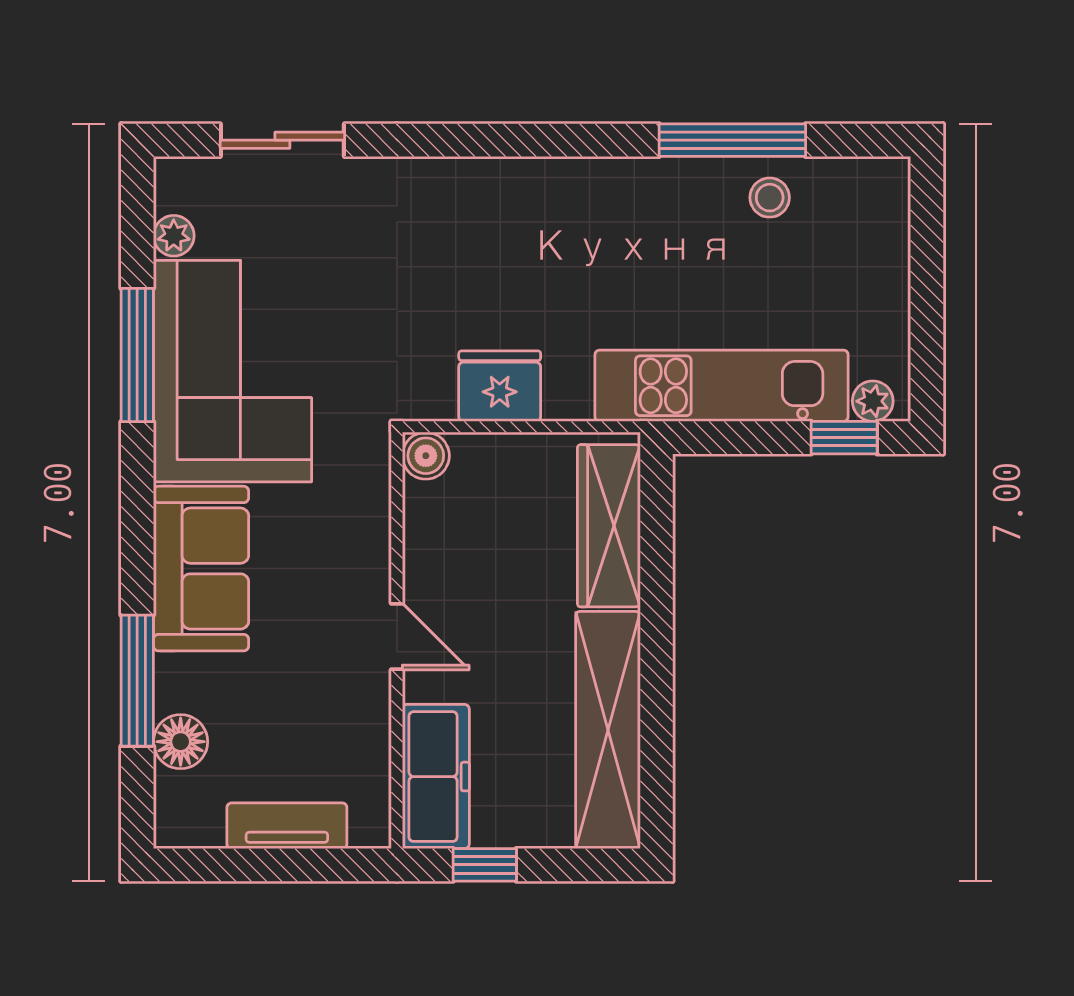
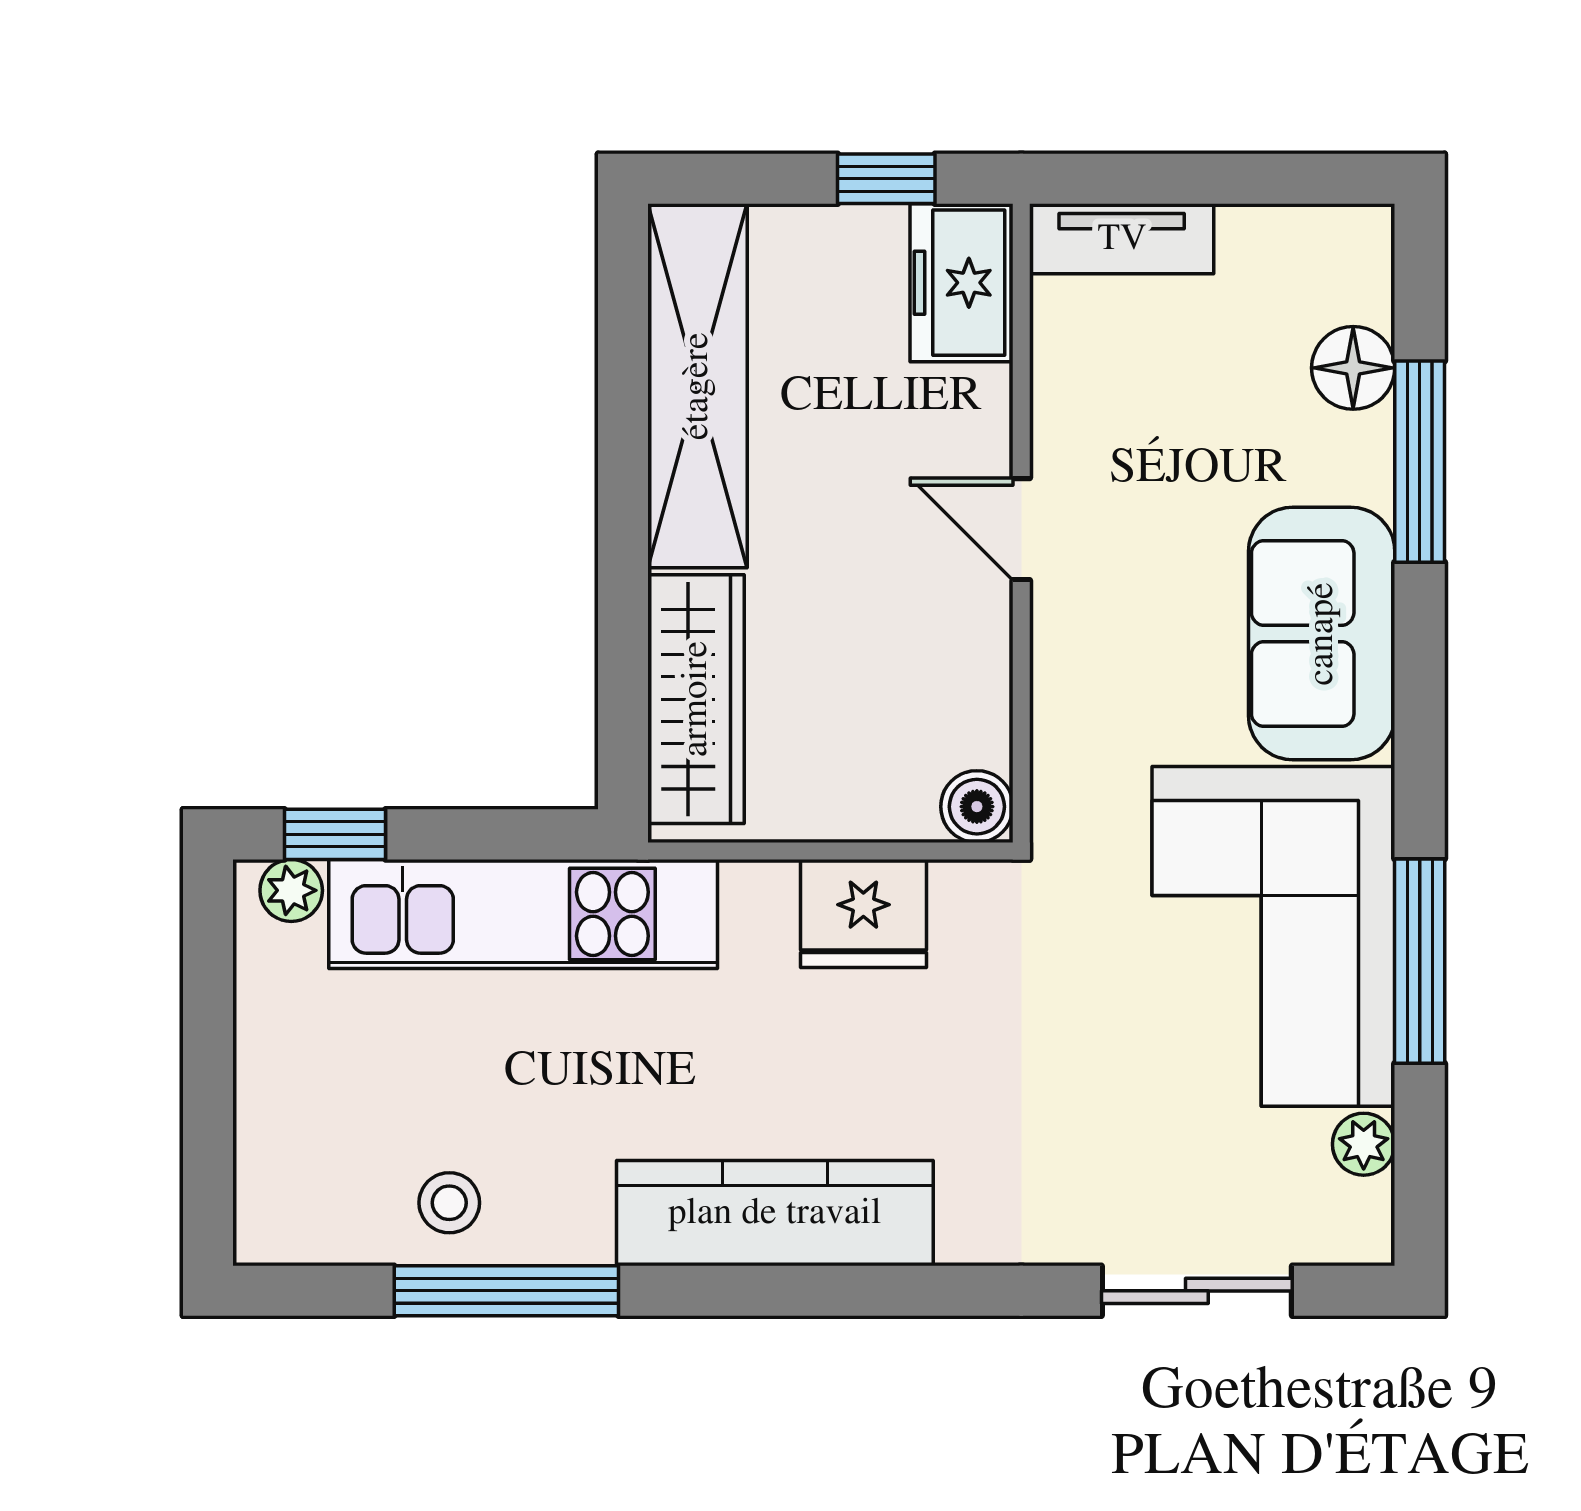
kitchen counter: (557, 191) -> (775, 1213), added
freezer: (436, 777) -> (962, 283), width x0.71
tv unit: (287, 826) -> (1122, 239), moved

